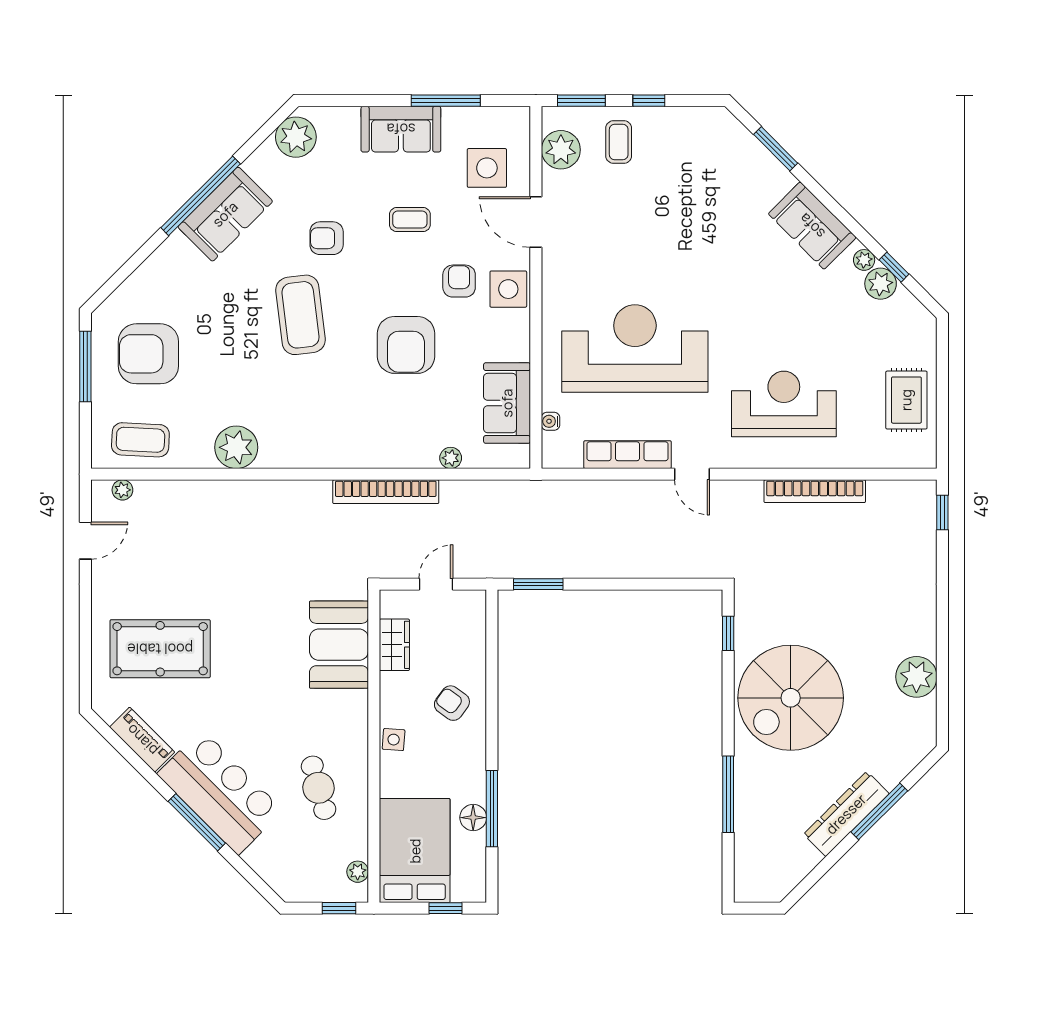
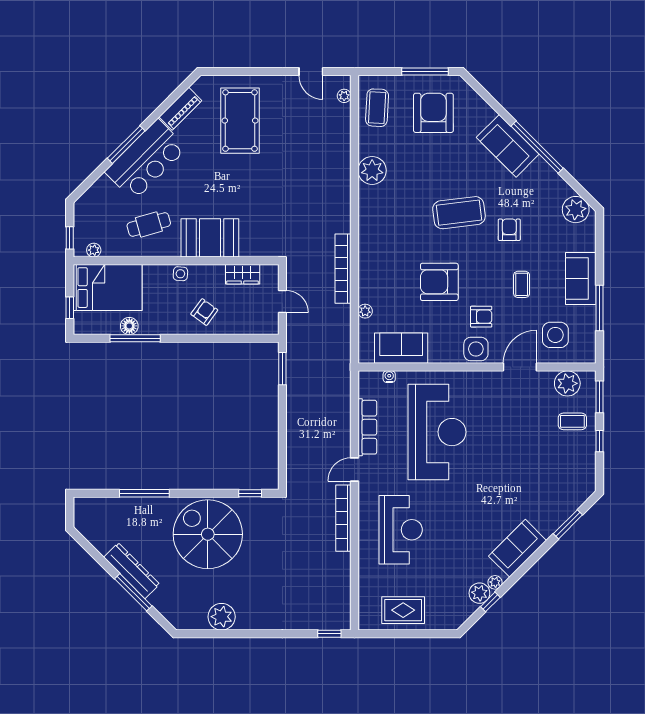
sofa: (225, 214) -> (508, 146), moved
bookcase: (815, 491) -> (343, 518), moved
booth: (339, 645) -> (210, 238), moved

